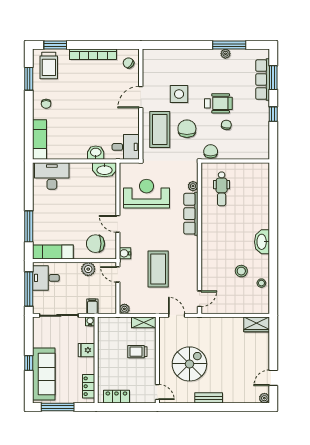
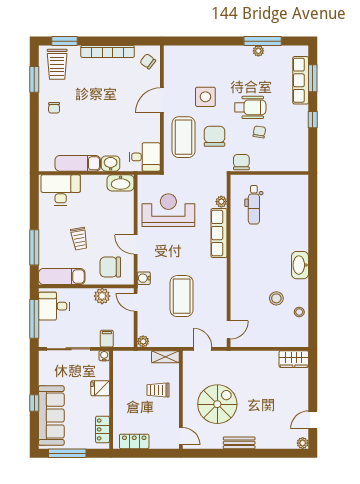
exam couch: (39, 140) -> (78, 163), moved, turned -90
trolley: (68, 219) -> (79, 239), added

